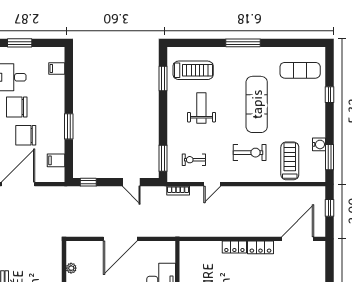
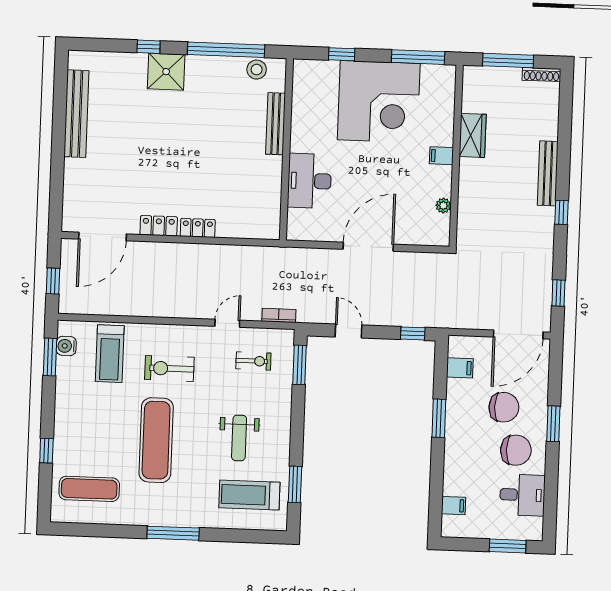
water cooler: (319, 144) -> (66, 346), moved

